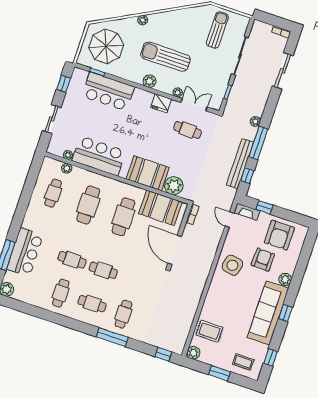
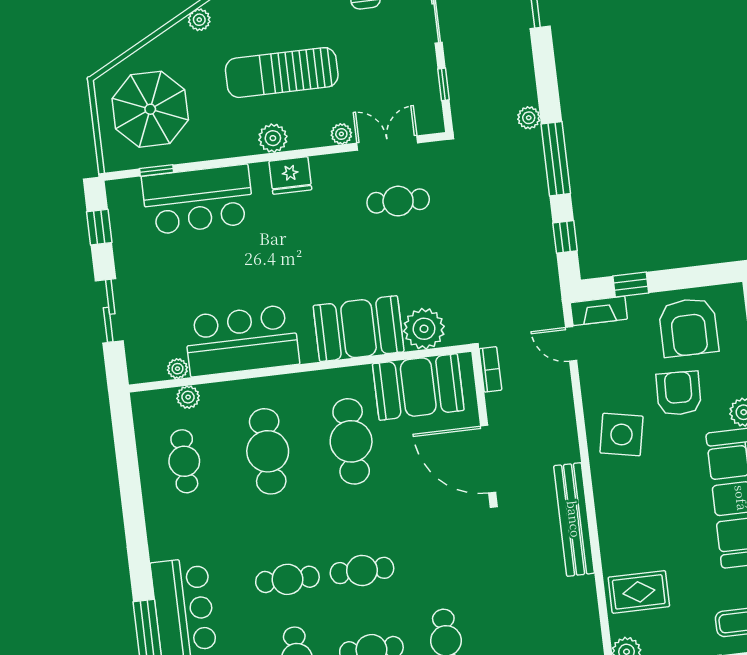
fridge: (161, 103) -> (290, 175), moved
bench: (240, 164) -> (574, 519), moved

